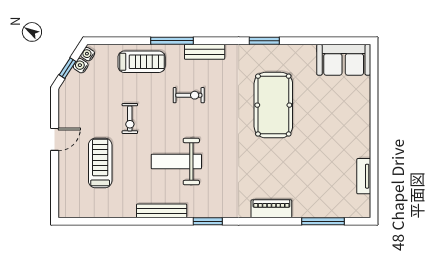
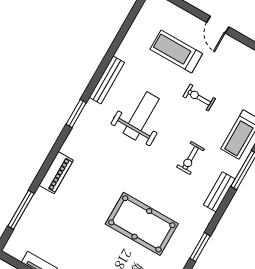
treadmill: (100, 163) -> (176, 52), turned 180

